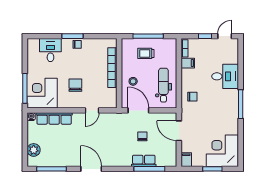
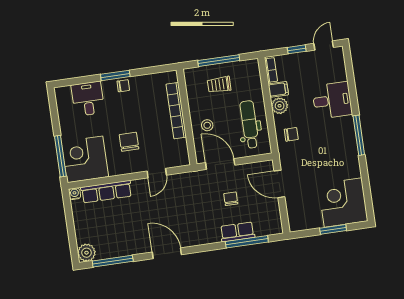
plant: (187, 75) -> (280, 106), added
plant: (34, 150) -> (86, 253), moved
filing cabinet: (186, 160) -> (295, 222), removed

